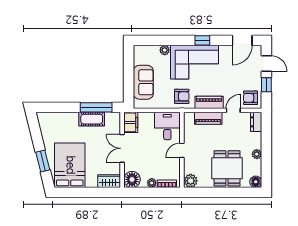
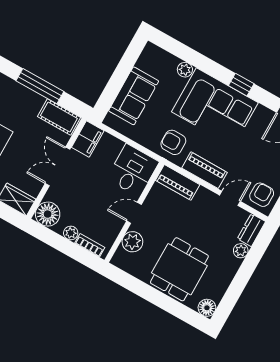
armchair: (182, 96) -> (173, 142), turned 180
armchair: (250, 98) -> (262, 195), turned 90
window: (96, 107) -> (40, 86), moved
piano: (208, 118) -> (178, 182), moved
cot: (92, 119) -> (59, 117), moved
plant: (257, 154) -> (241, 251), moved
plant: (191, 181) -> (132, 242), moved

